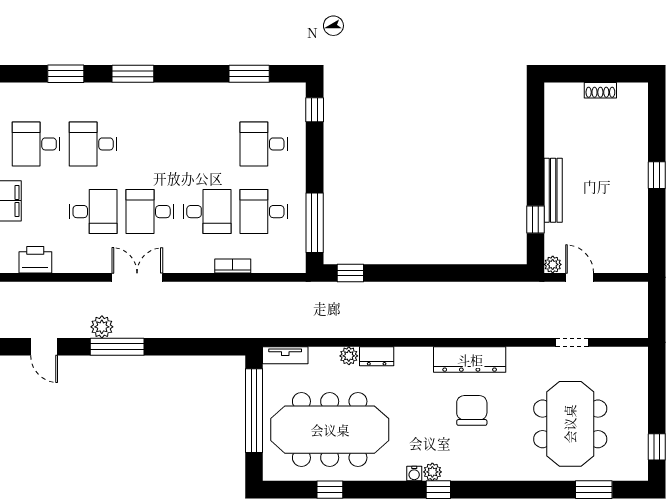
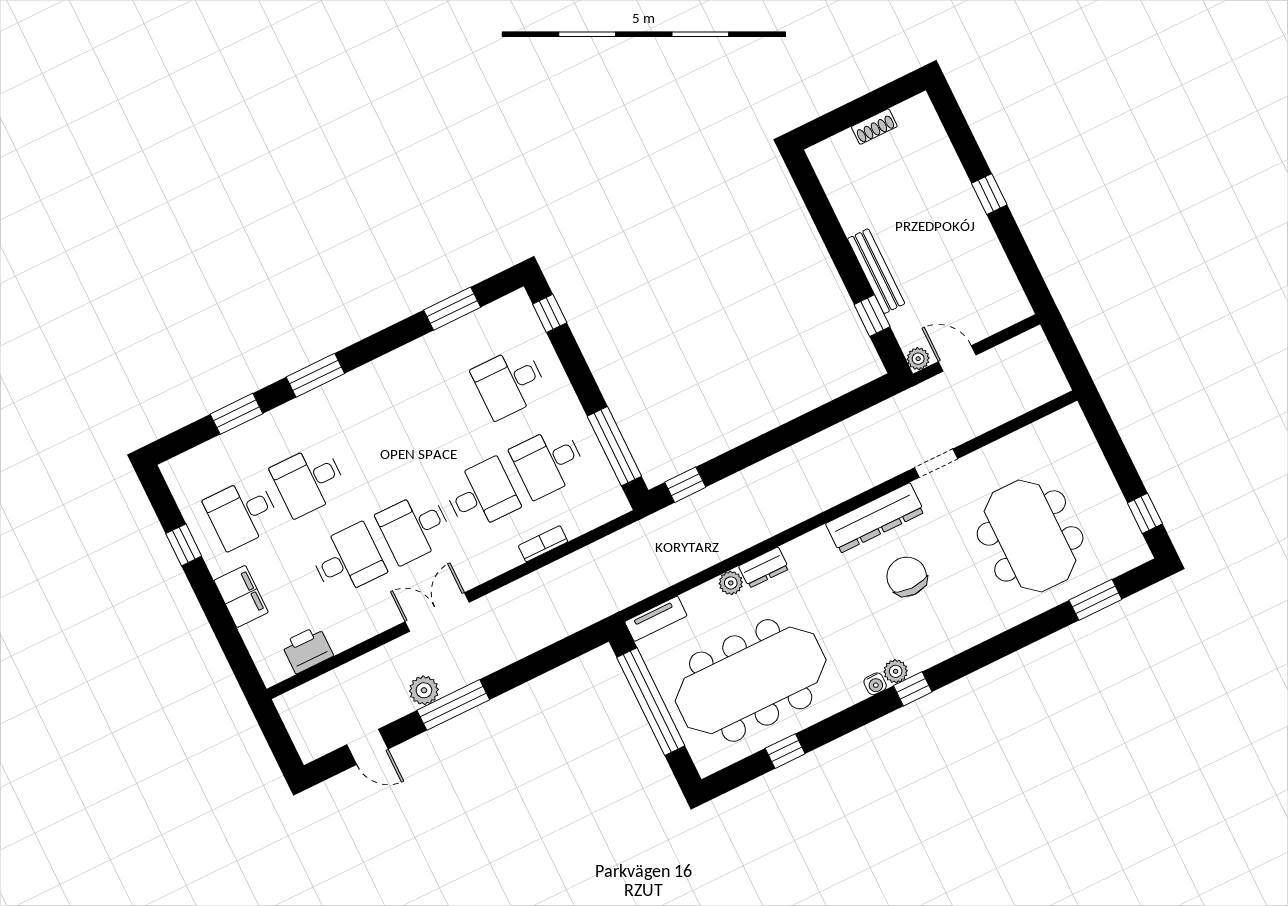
doorway: (572, 342) -> (936, 463), moved

